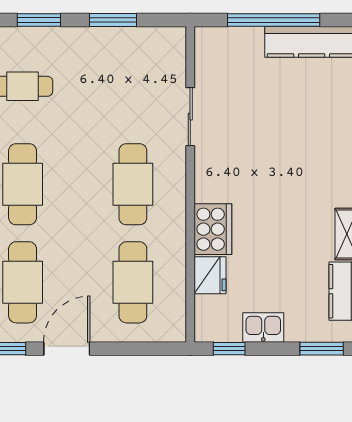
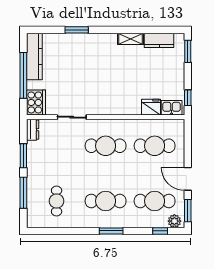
window: (39, 20) -> (23, 193), width x1.44
dresser: (165, 38) -> (33, 130), added
cooker: (213, 229) -> (36, 102), moved, turned 90
kitchen sink: (263, 327) -> (172, 108), moved, turned 90

